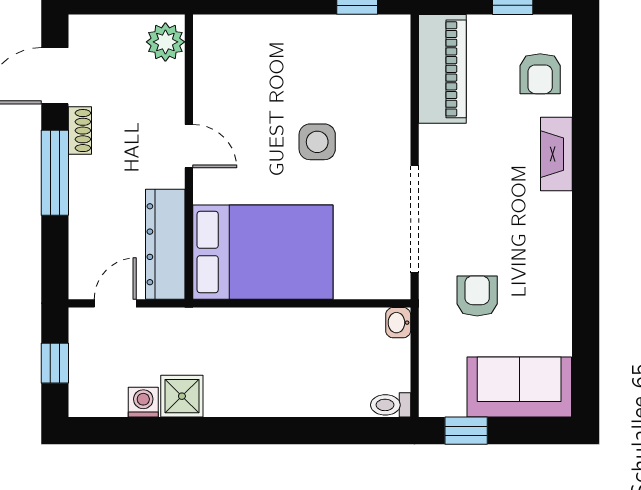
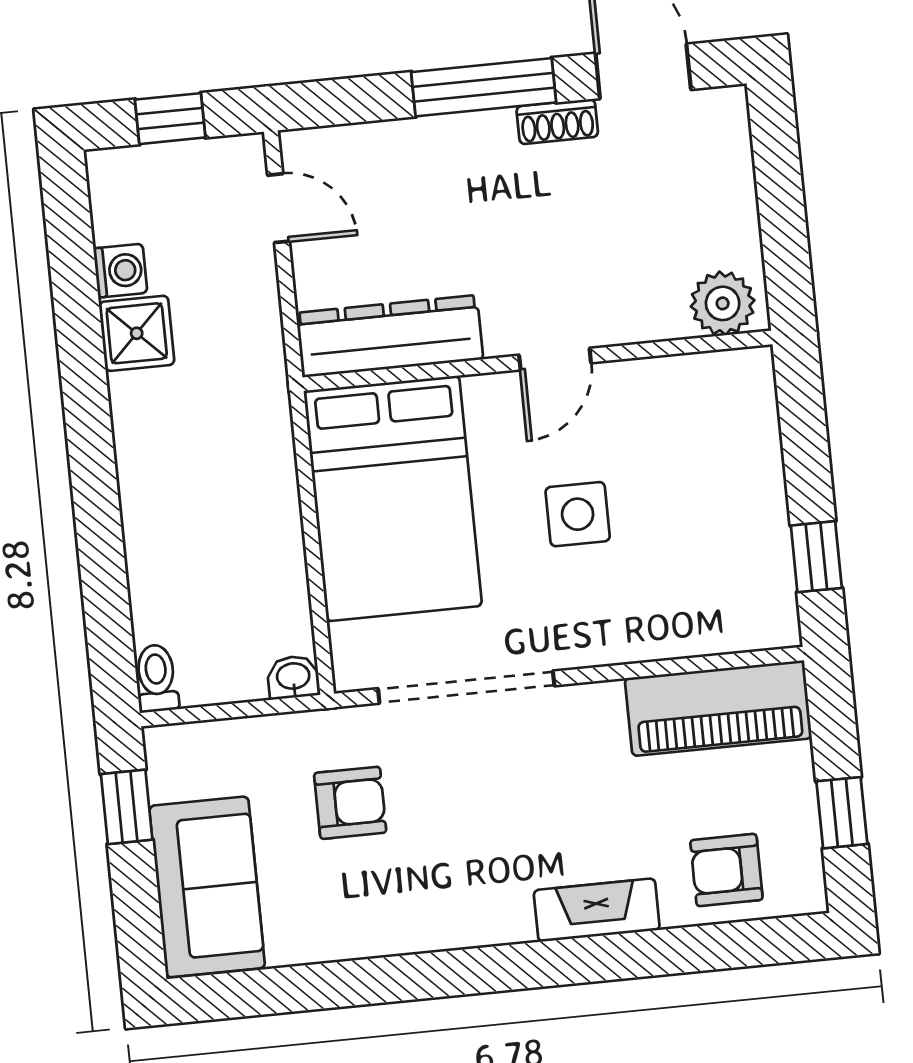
plant: (165, 42) -> (723, 303), moved
door: (189, 146) -> (555, 359), moved
wall: (189, 157) -> (537, 361), moved
dresser: (165, 244) -> (390, 336), moved
bed: (263, 252) -> (393, 498), moved

